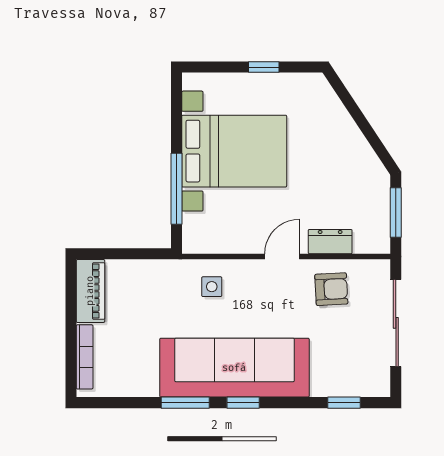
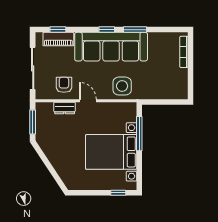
window: (264, 67) -> (118, 193), moved
door: (282, 256) -> (88, 101), swing flipped
side table: (212, 287) -> (122, 86), width x1.87, depth x1.87
armchair: (331, 289) -> (64, 85), turned 93
piano: (90, 291) -> (58, 39), moved, turned -90

